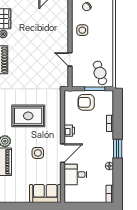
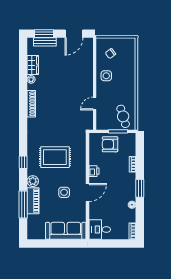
door: (70, 59) -> (95, 103), hinge flipped
desk: (75, 175) -> (100, 229), moved
sofa: (45, 194) -> (66, 231), width x1.36

